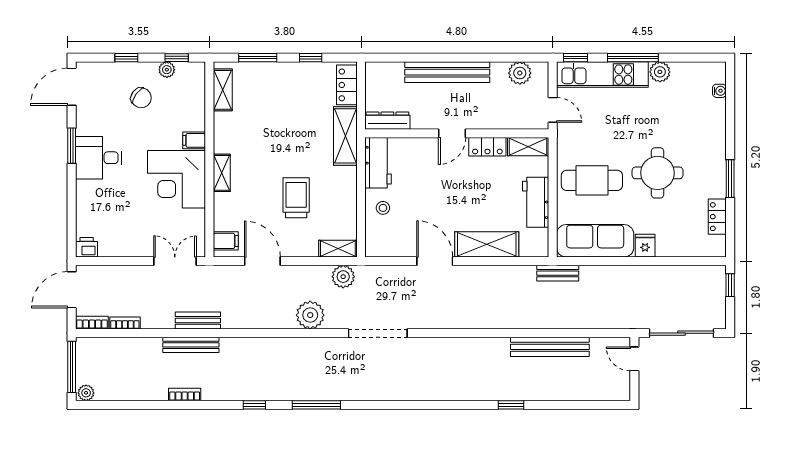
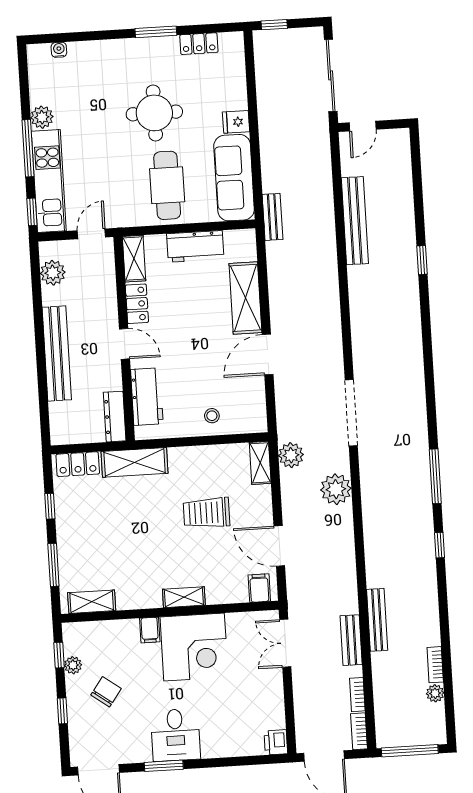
workbench: (378, 163) -> (147, 397), moved, turned 90
door: (262, 261) -> (279, 546), hinge flipped
bench: (198, 320) -> (351, 640), moved
plant: (86, 393) -> (435, 693), moved
bookcase: (185, 394) -> (435, 665), moved

